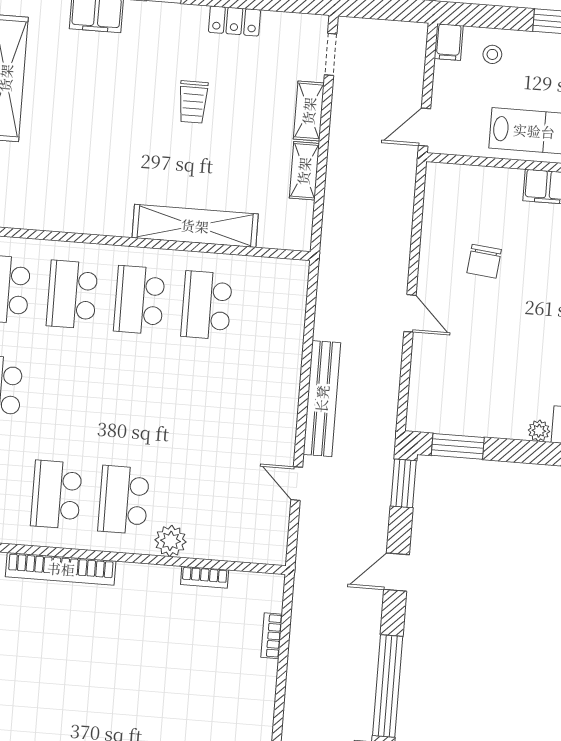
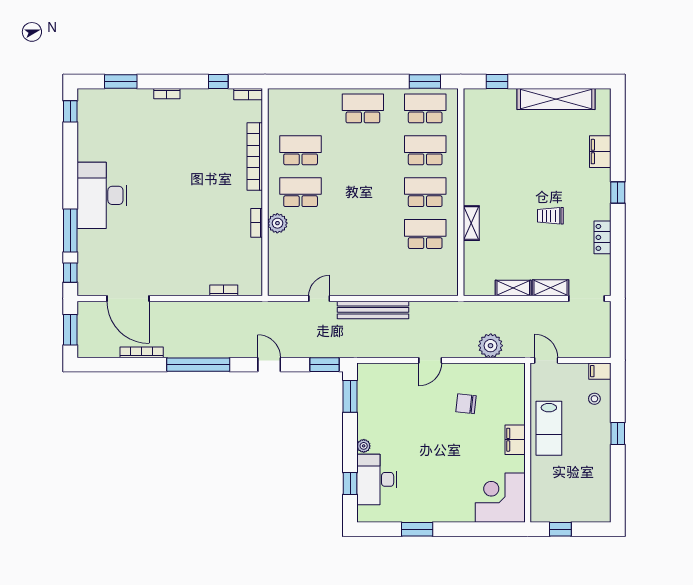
doorway: (331, 54) -> (587, 299), width x1.38
plant: (394, 214) -> (491, 346), added
shelving: (195, 226) -> (471, 223), width x0.45, depth x0.75
bookcase: (205, 577) -> (257, 223), moved

